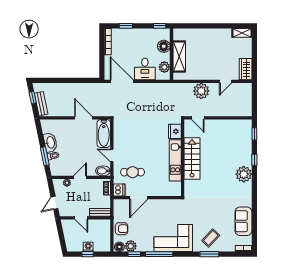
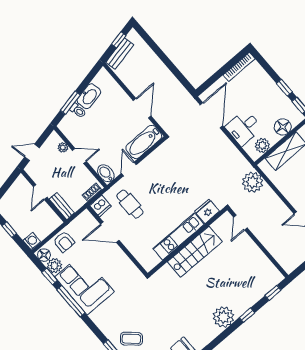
window: (126, 26) -> (284, 88), moved
plant: (201, 91) -> (252, 182), moved
corner sofa: (173, 238) -> (84, 284), moved
washing machine: (88, 247) -> (32, 241), moved

